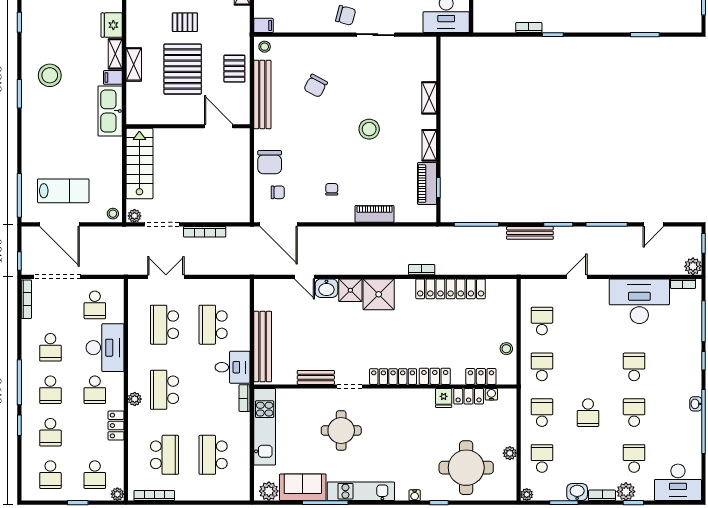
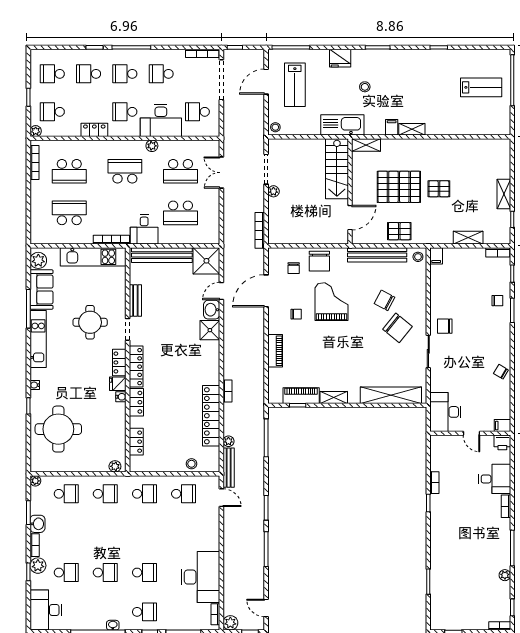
chair: (346, 15) -> (445, 326), turned 75
pallet: (185, 22) -> (439, 189), turned 90
fridge: (112, 25) -> (340, 58), moved, turned 180
shelving: (134, 64) -> (366, 145), moved
chair: (348, 71) -> (398, 328), added
stool: (50, 75) -> (365, 87), moved, width x0.53, depth x0.53
shelving: (429, 98) -> (391, 395), width x2.20, depth x1.33
kitchen sink: (110, 111) -> (342, 125), moved
stool: (369, 129) -> (348, 346), removed
grand piano: (317, 148) -> (332, 302), added
chair: (270, 162) -> (319, 261), turned -90
stairs: (139, 164) -> (337, 169), moved, turned 90
plant: (134, 216) -> (273, 191), moved
door: (60, 224) -> (266, 82), width x0.73
door: (279, 224) -> (266, 291), moved
door: (653, 224) -> (266, 608), moved
bookcase: (205, 232) -> (260, 230), moved
bench: (530, 233) -> (229, 468), moved
plant: (480, 268) -> (228, 441), added
double door: (166, 277) -> (221, 173), swing flipped
door: (577, 277) -> (221, 498), moved
shower: (379, 294) -> (206, 261), moved
school desk: (164, 325) -> (180, 171), turned 180
school desk: (213, 325) -> (180, 213), turned 180
stool: (506, 349) -> (191, 464), moved
water cooler: (491, 394) -> (121, 397), moved
locker: (469, 396) -> (119, 362), moved
bookcase: (244, 398) -> (111, 240), width x1.56
fridge: (444, 398) -> (118, 384), moved
plant: (135, 399) -> (152, 146), moved
school desk: (588, 413) -> (144, 612), moved, turned 180
plant: (510, 453) -> (115, 466), moved

